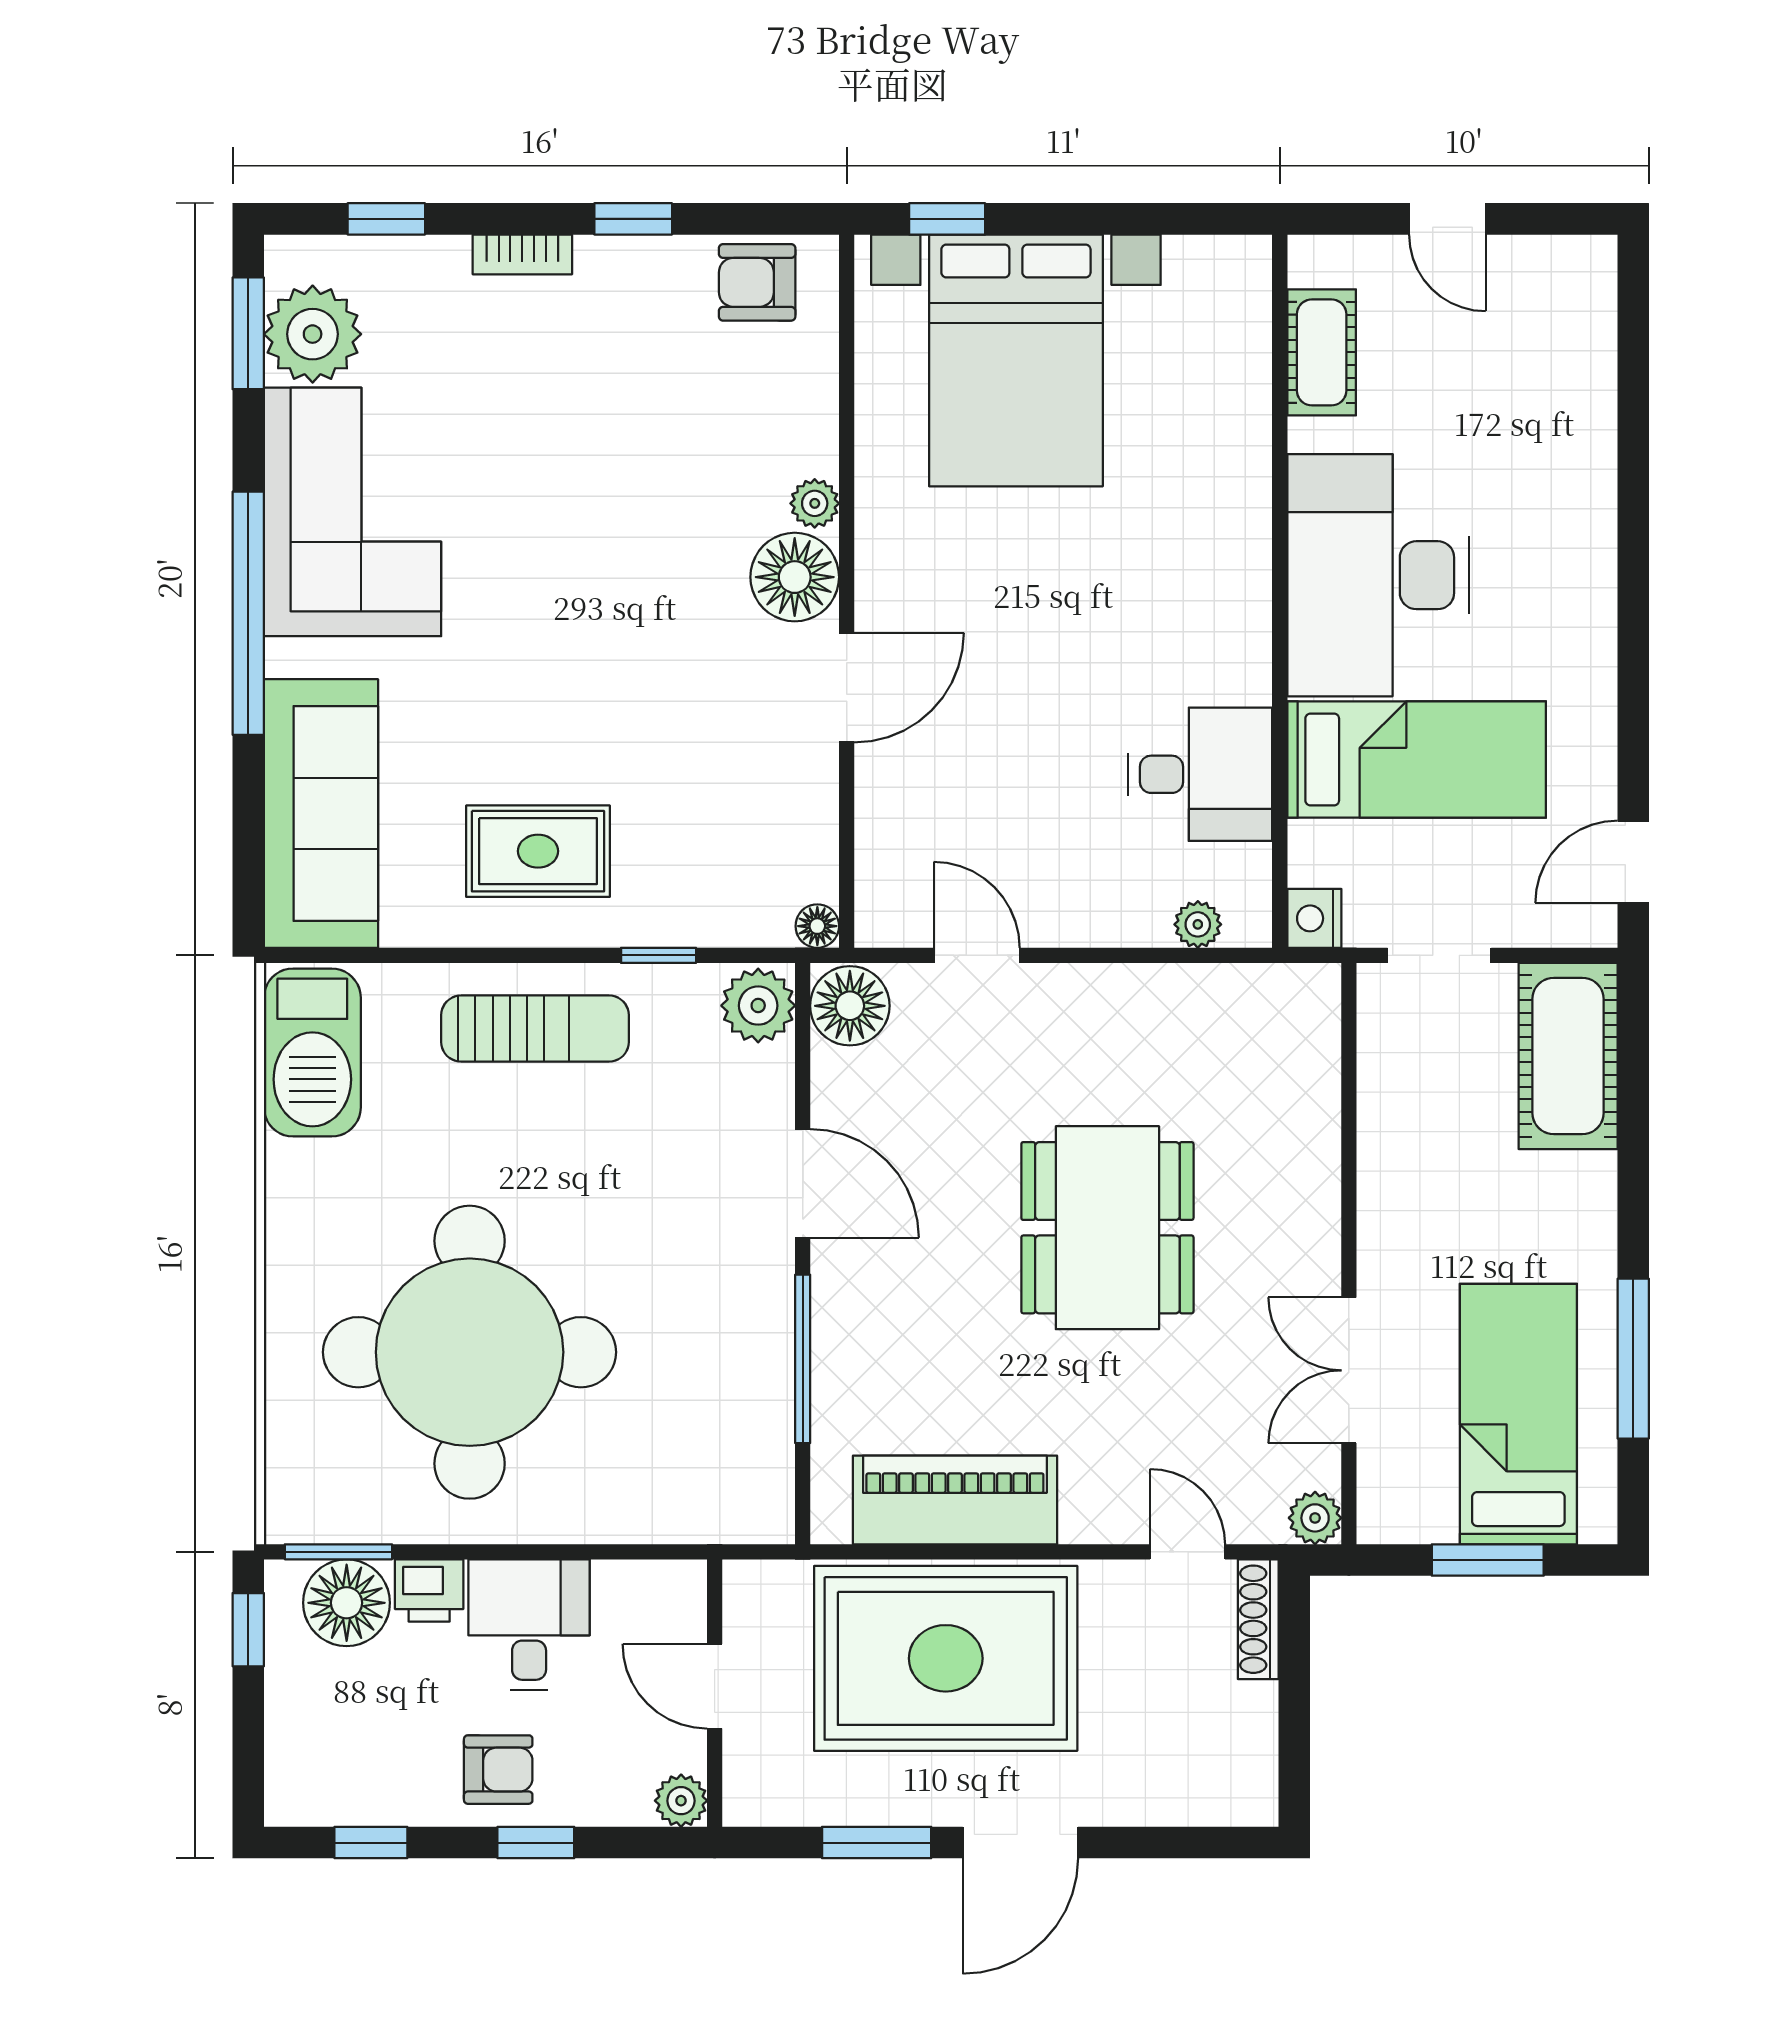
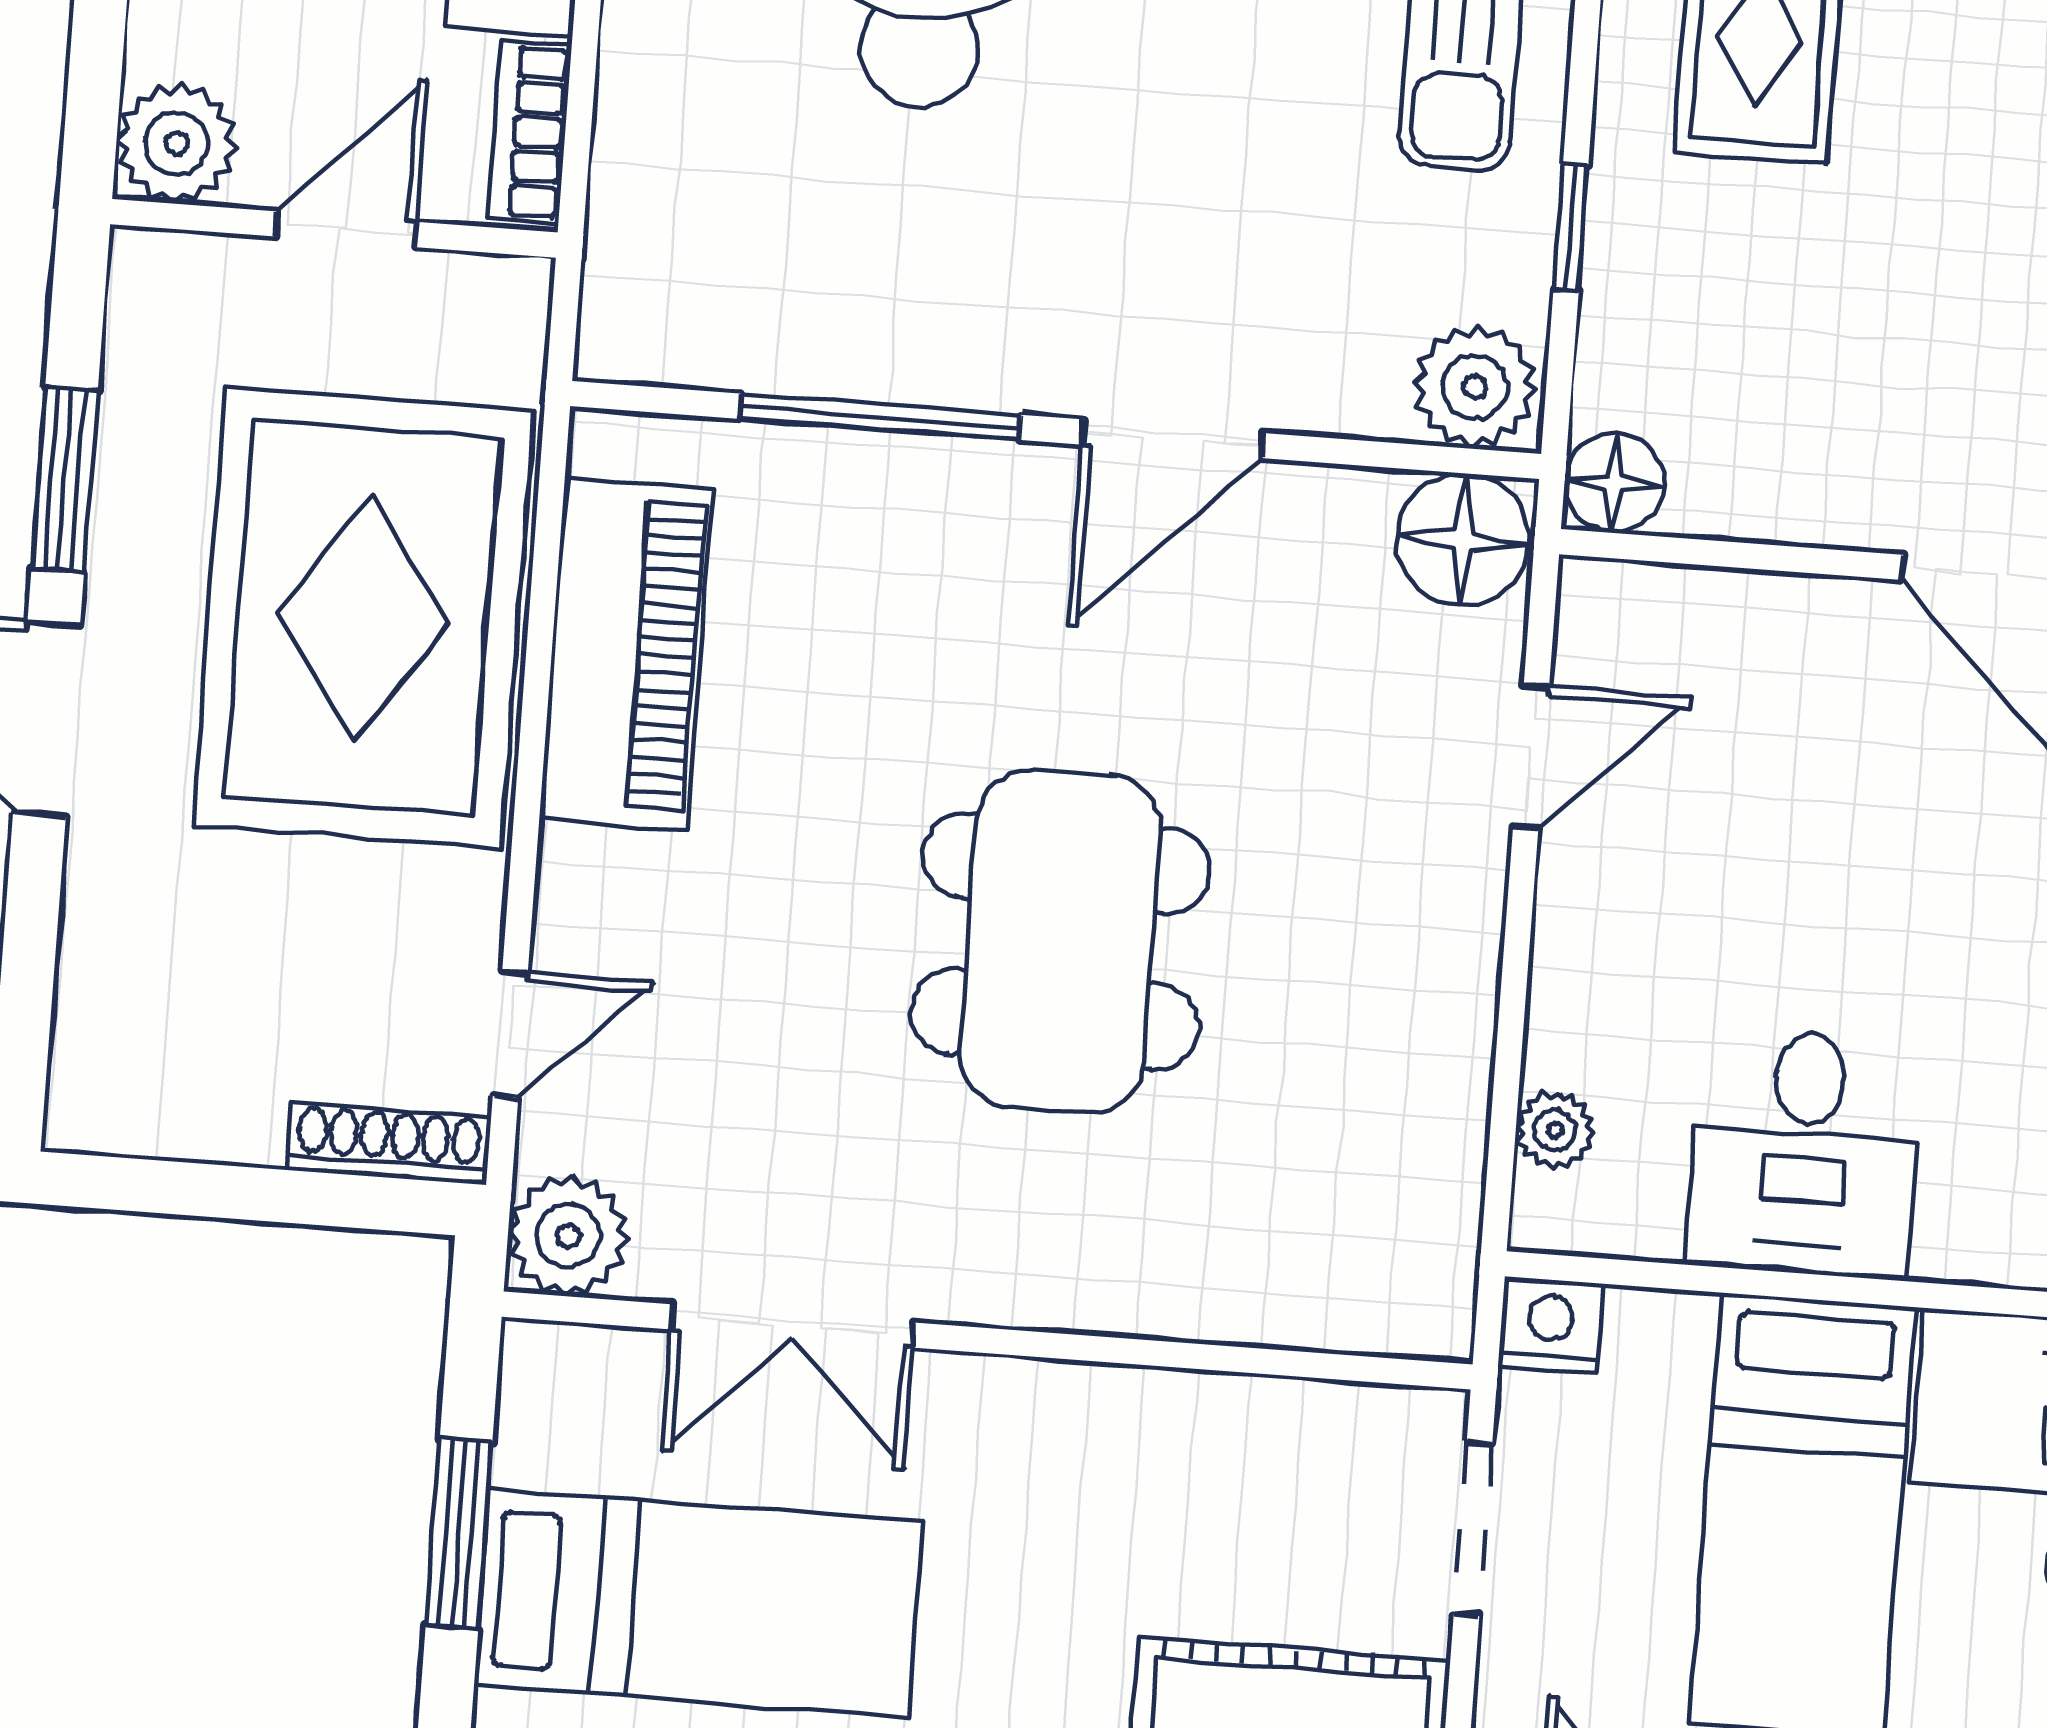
floor lamp: (817, 926) -> (1614, 483), width x1.37, depth x1.37
dining table: (1107, 1228) -> (1061, 941), turned 90
double door: (1349, 1370) -> (793, 1326), swing flipped
plant: (1315, 1518) -> (568, 1236), width x1.38, depth x1.38
bookcase: (648, 1581) -> (530, 132), added
plant: (681, 1801) -> (177, 144), width x1.38, depth x1.38

